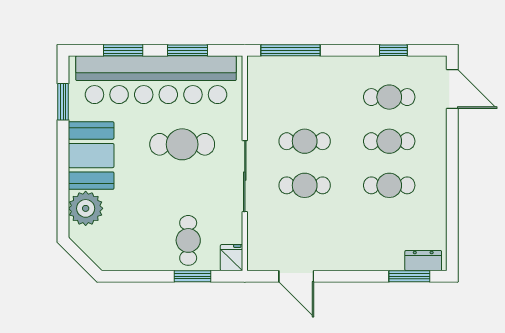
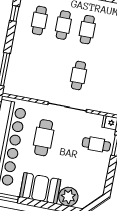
cafe table: (305, 141) -> (55, 71), removed

